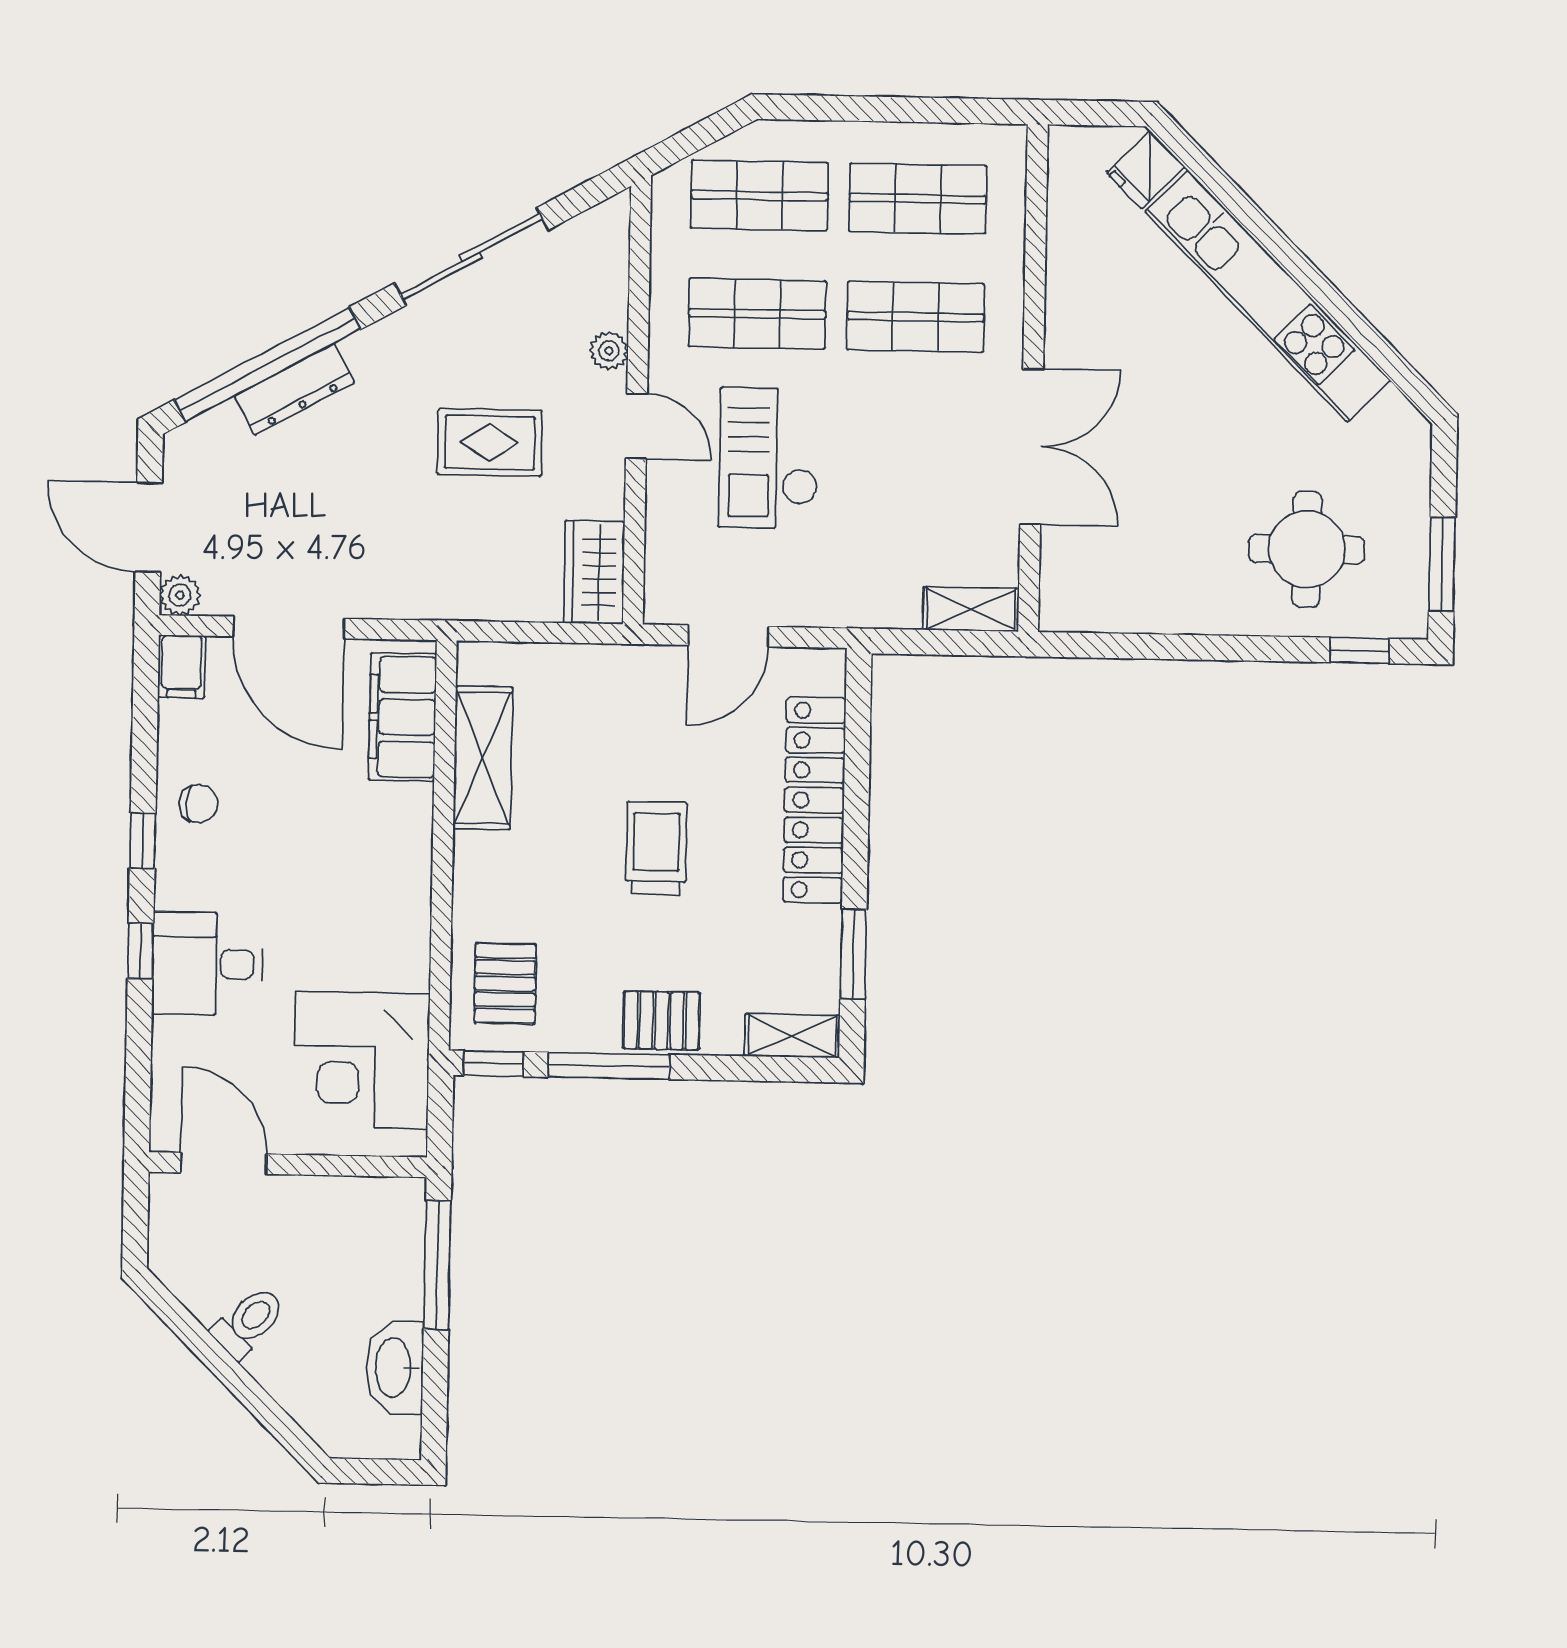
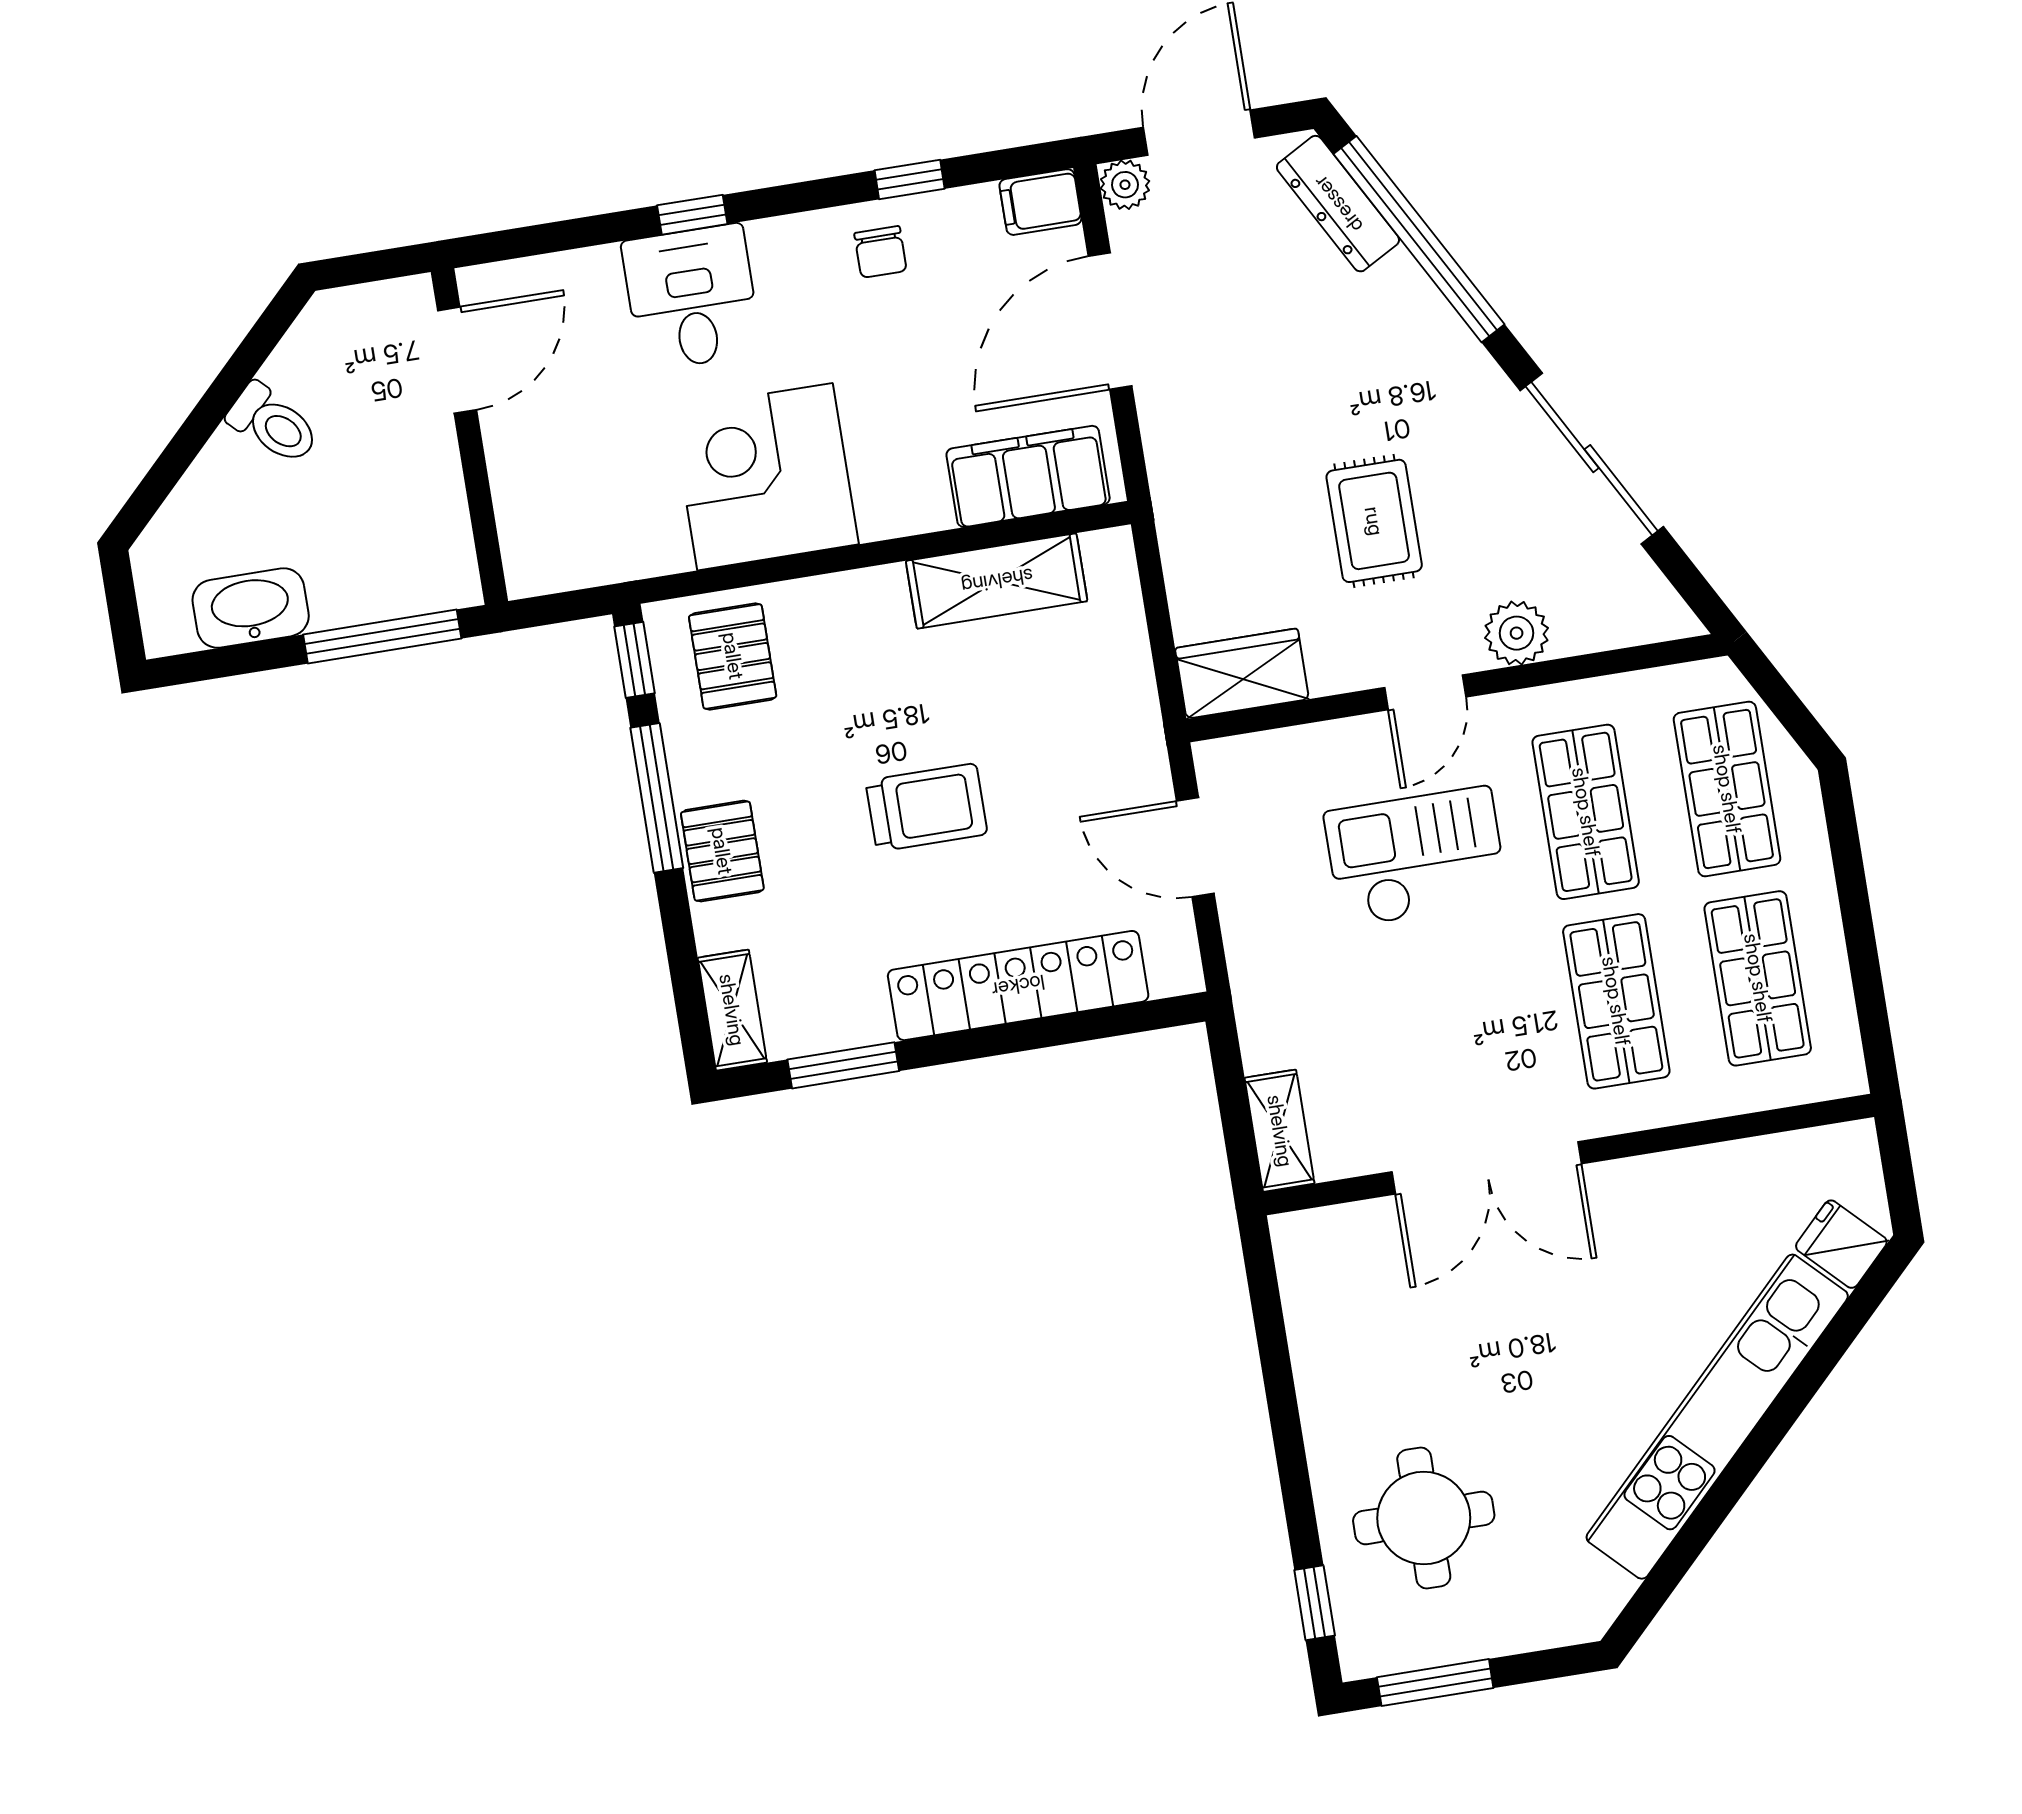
plant: (609, 351) -> (1517, 633), width x1.38, depth x1.38
dresser: (294, 389) -> (1338, 204), moved
window: (143, 841) -> (910, 180), moved
pallet: (505, 983) -> (733, 656), turned 90
corner desk: (361, 1060) -> (765, 477), moved

